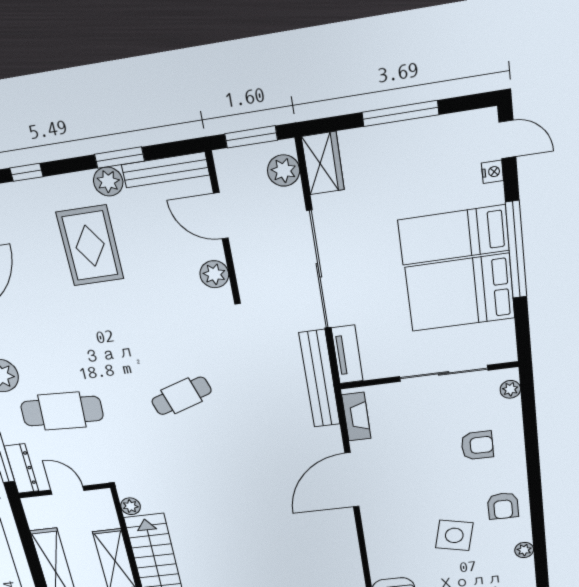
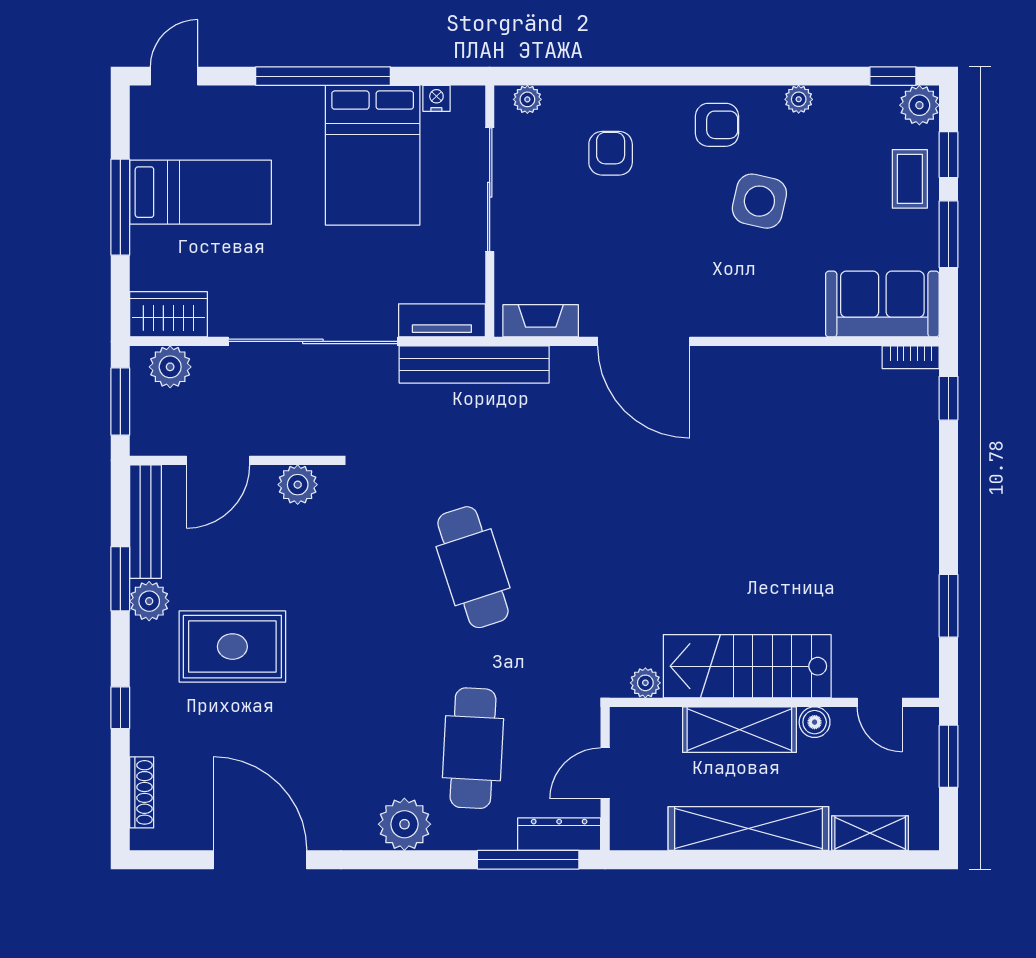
nightstand: (492, 172) -> (436, 98), moved
bed: (453, 235) -> (201, 192), moved, turned -90
cafe table: (181, 396) -> (473, 567), width x1.37, depth x1.35

